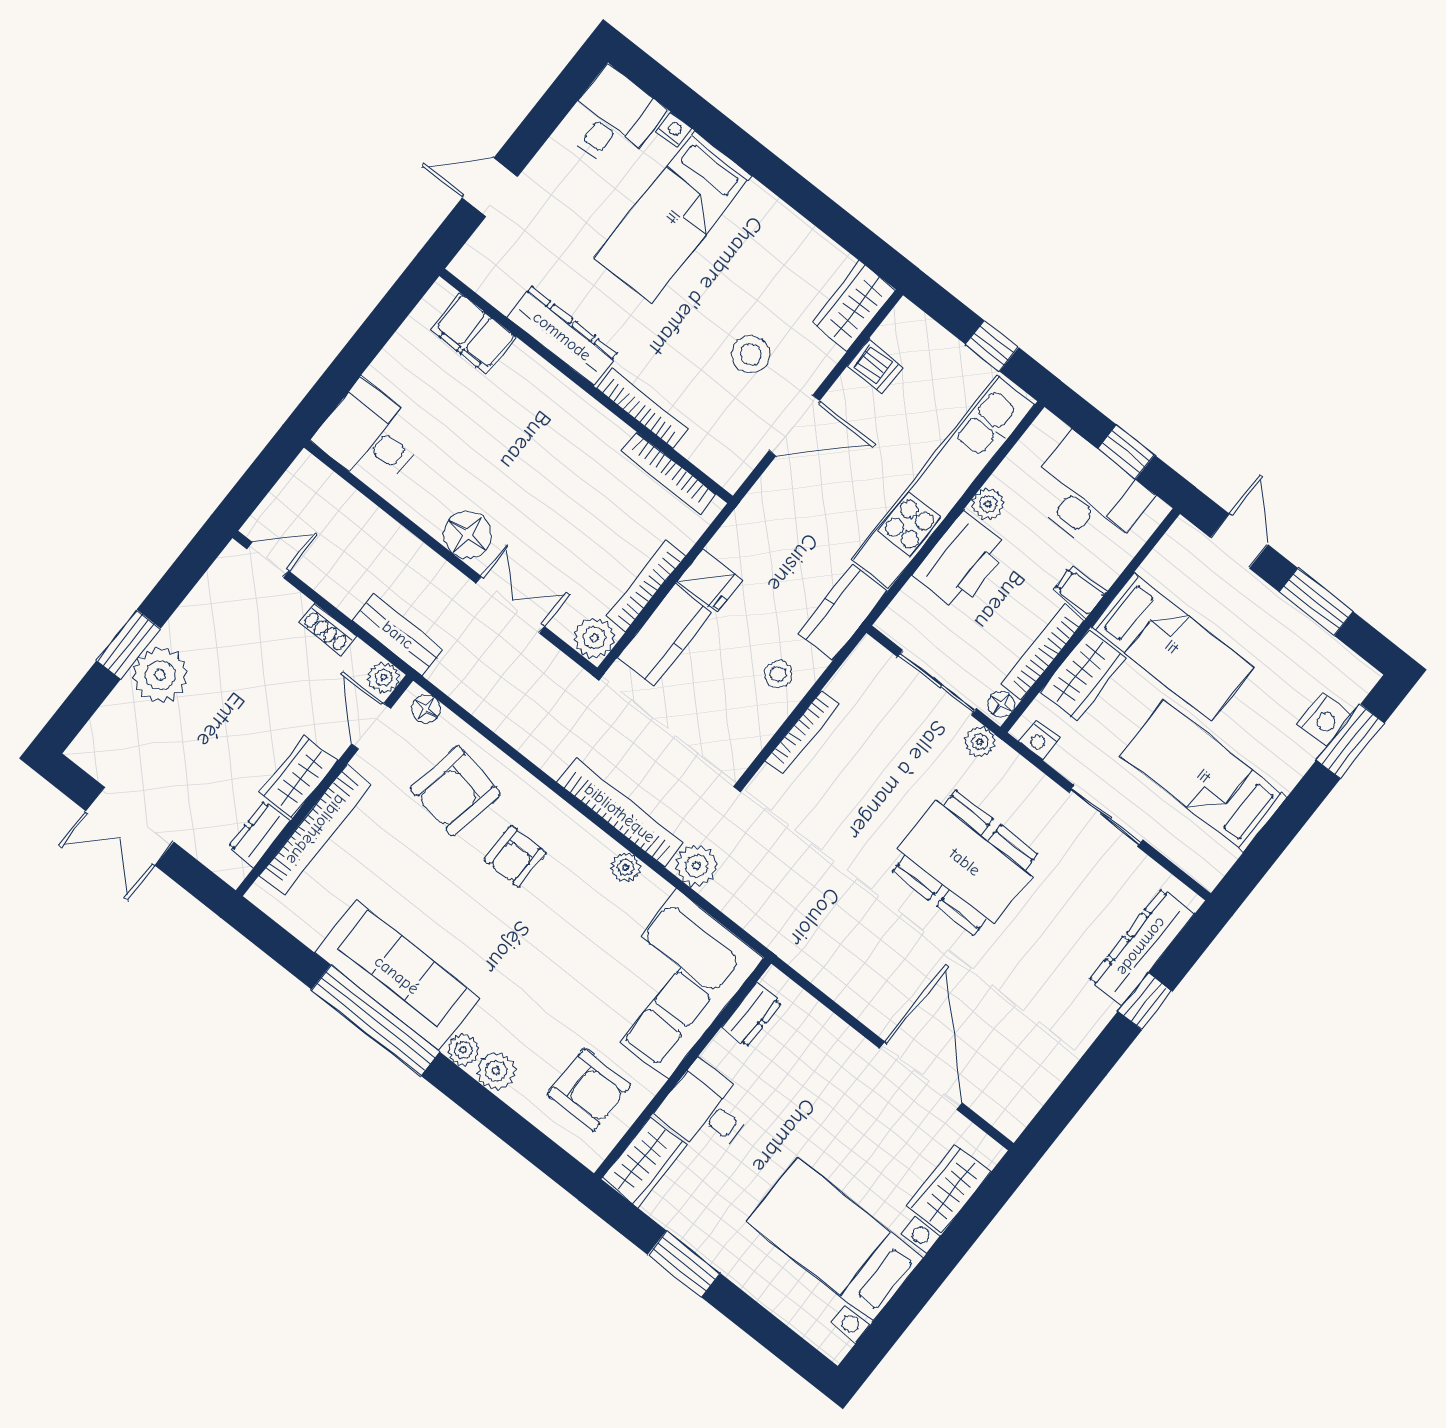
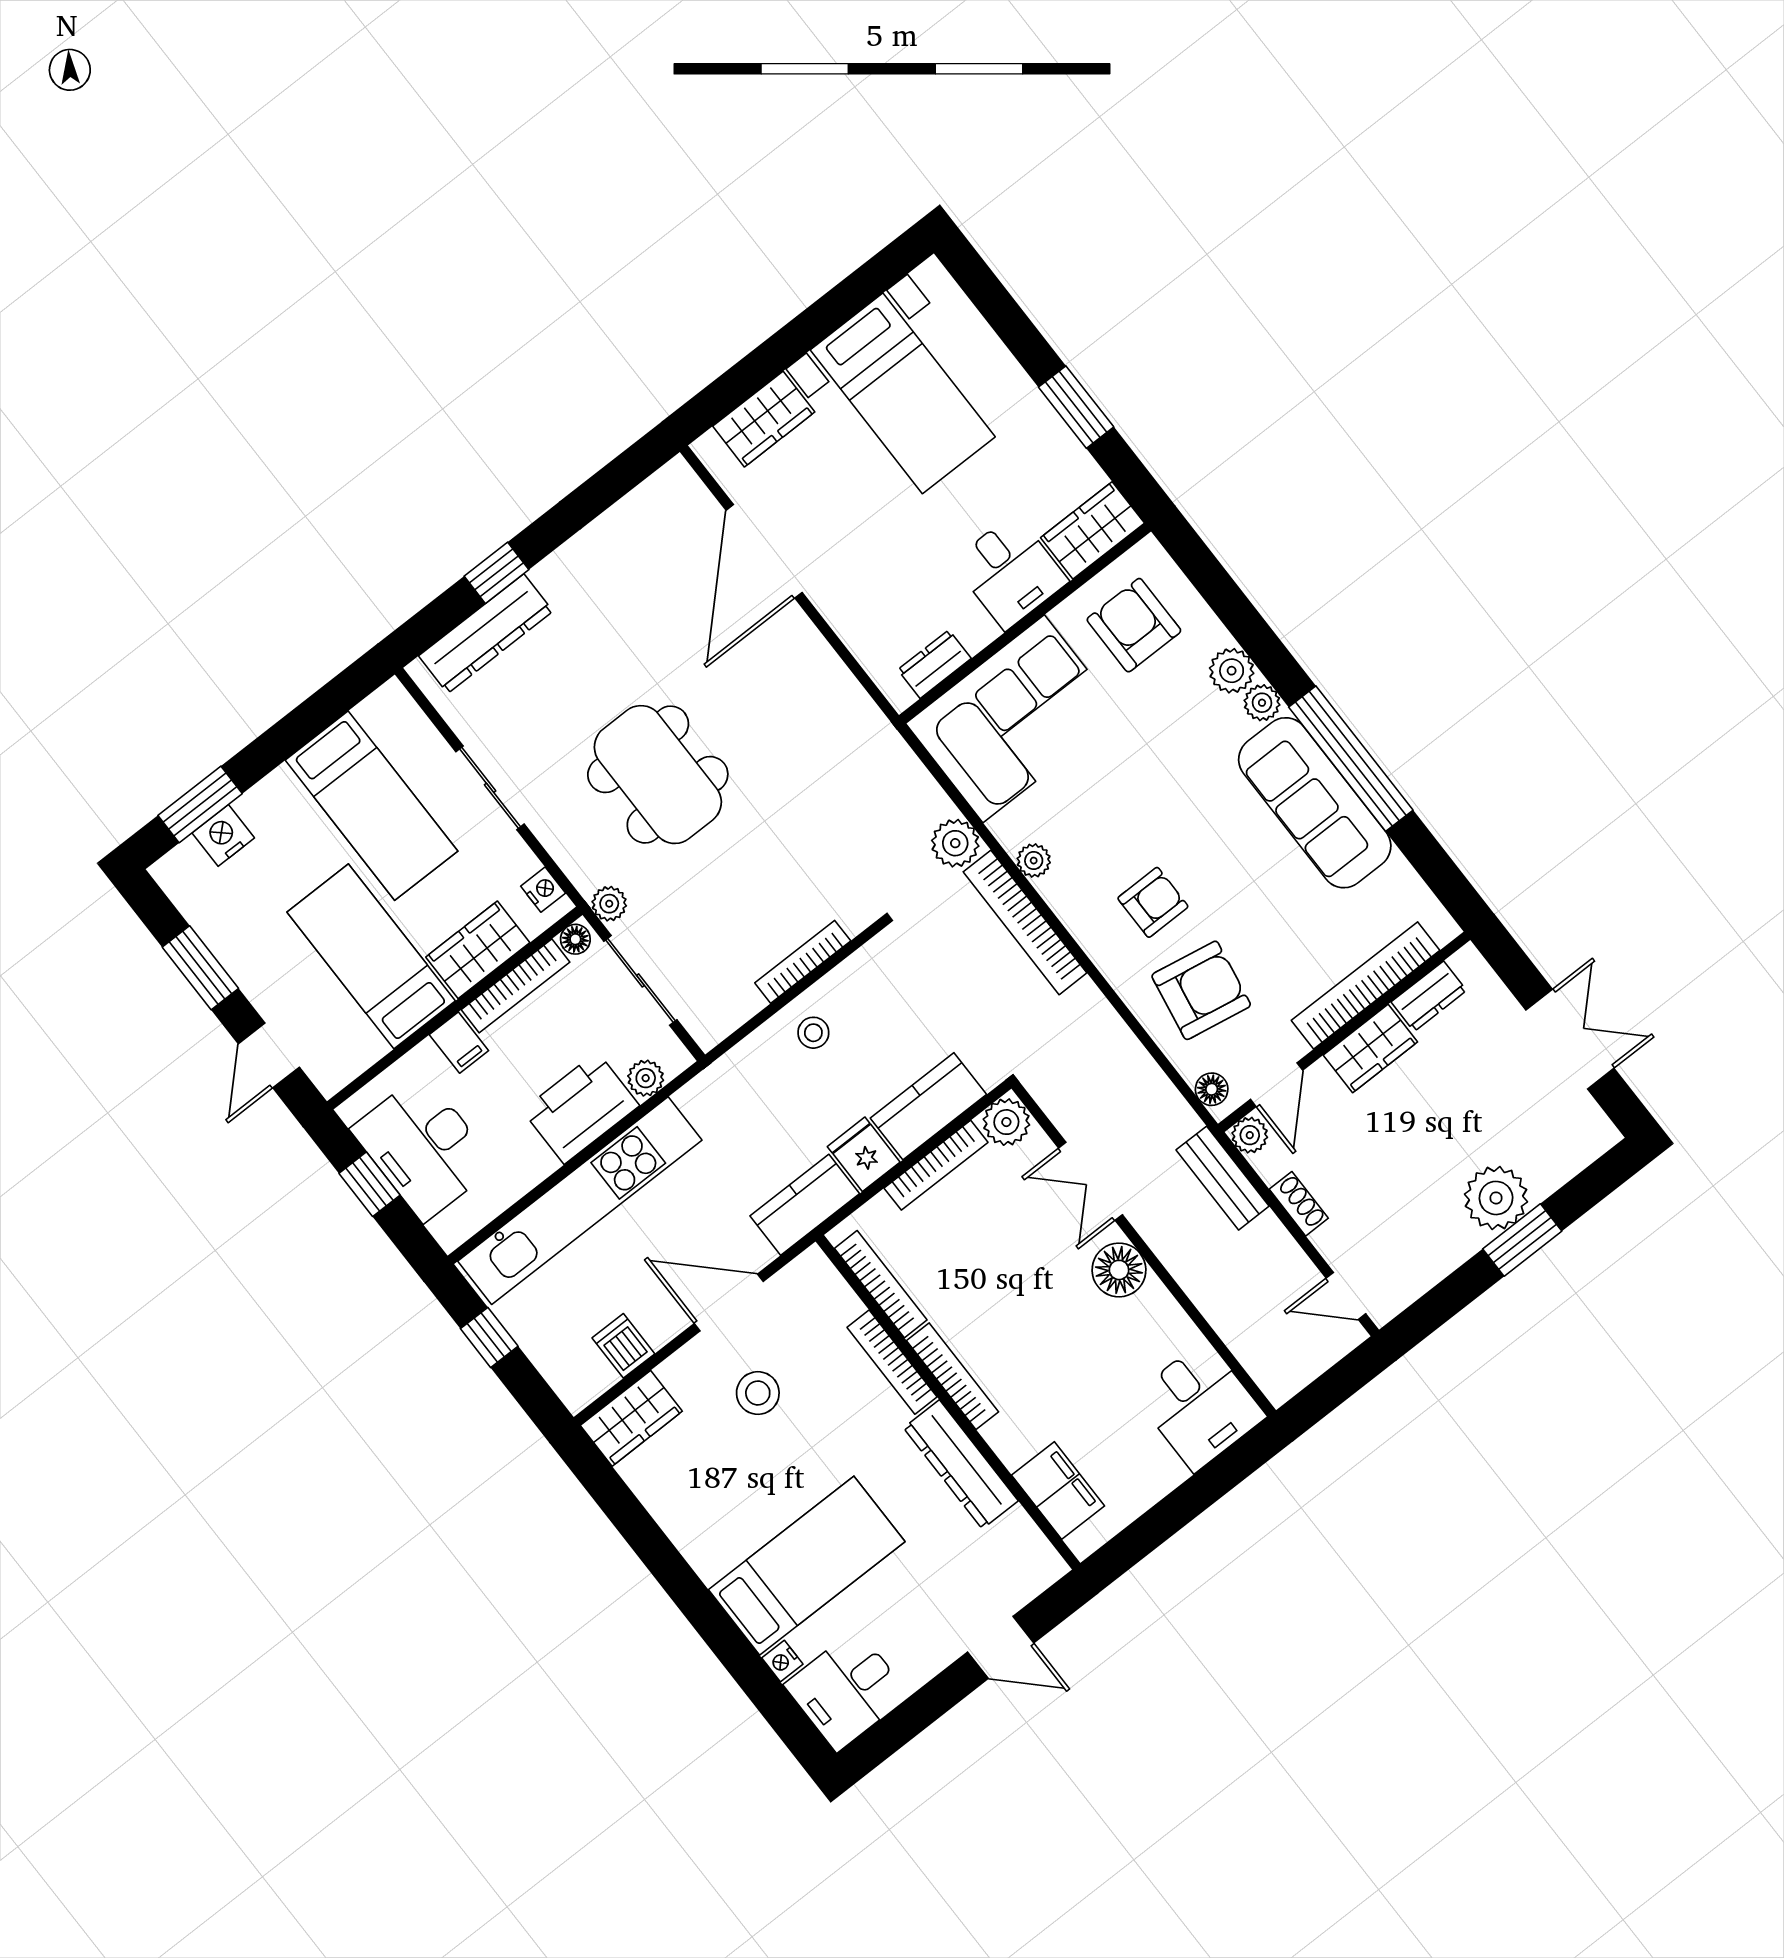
bookcase: (588, 409) -> (953, 1376), added
plant: (988, 504) -> (646, 1078), moved
kitchen counter: (843, 612) -> (805, 1205), moved, turned 180

